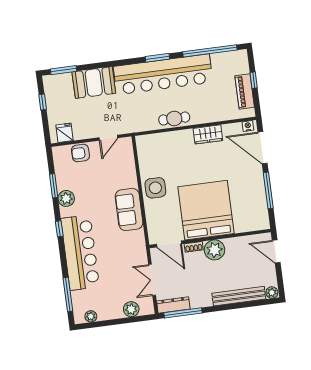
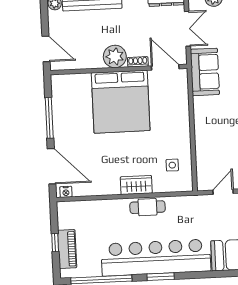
piano: (245, 92) -> (67, 249), moved
wardrobe: (208, 134) -> (136, 185), moved
side table: (155, 188) -> (172, 165), moved, width x0.54, depth x0.54
sofa: (129, 209) -> (205, 72), moved

